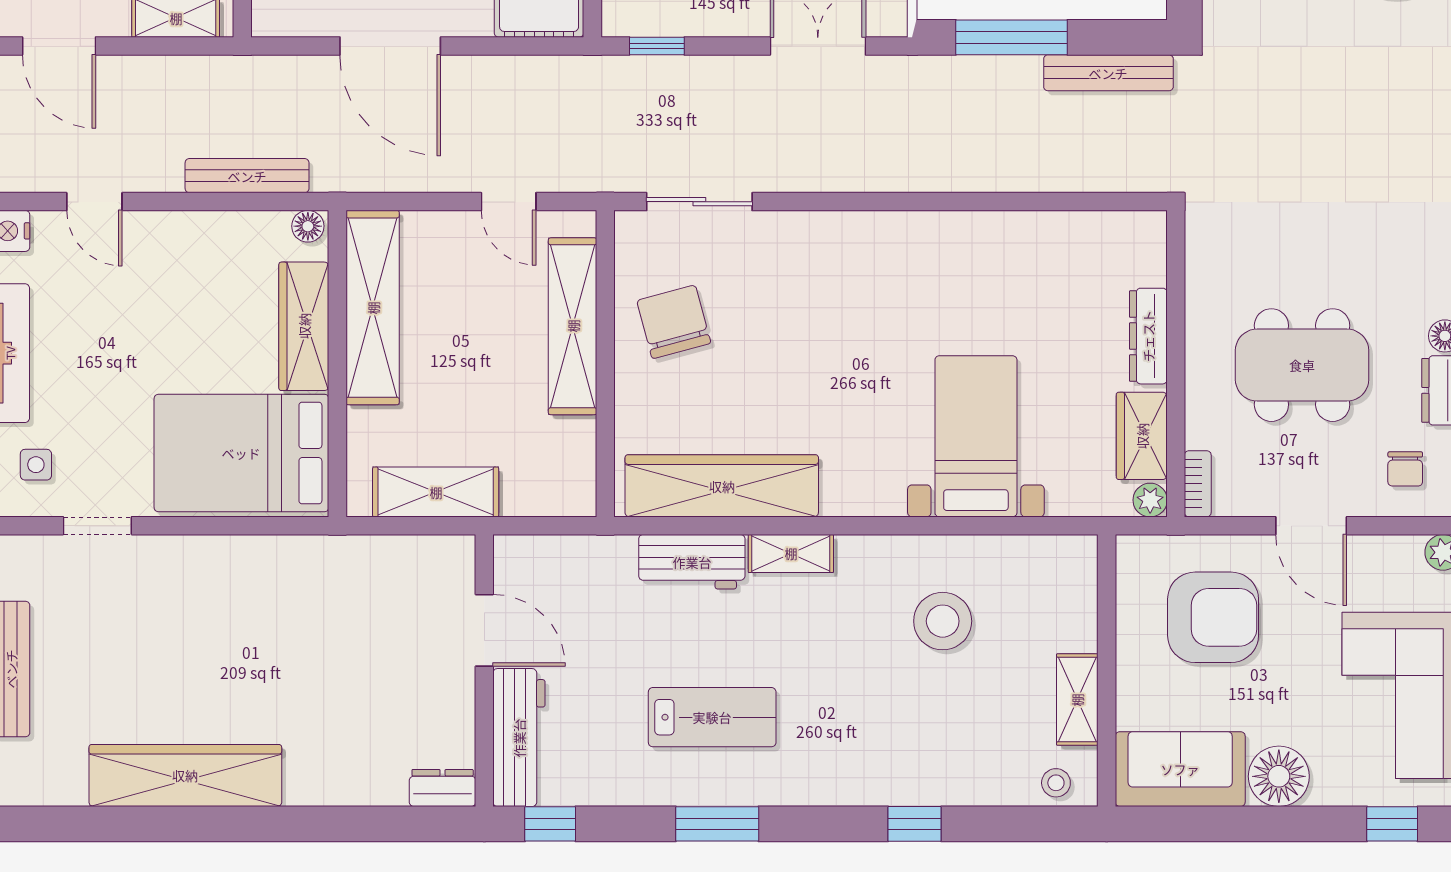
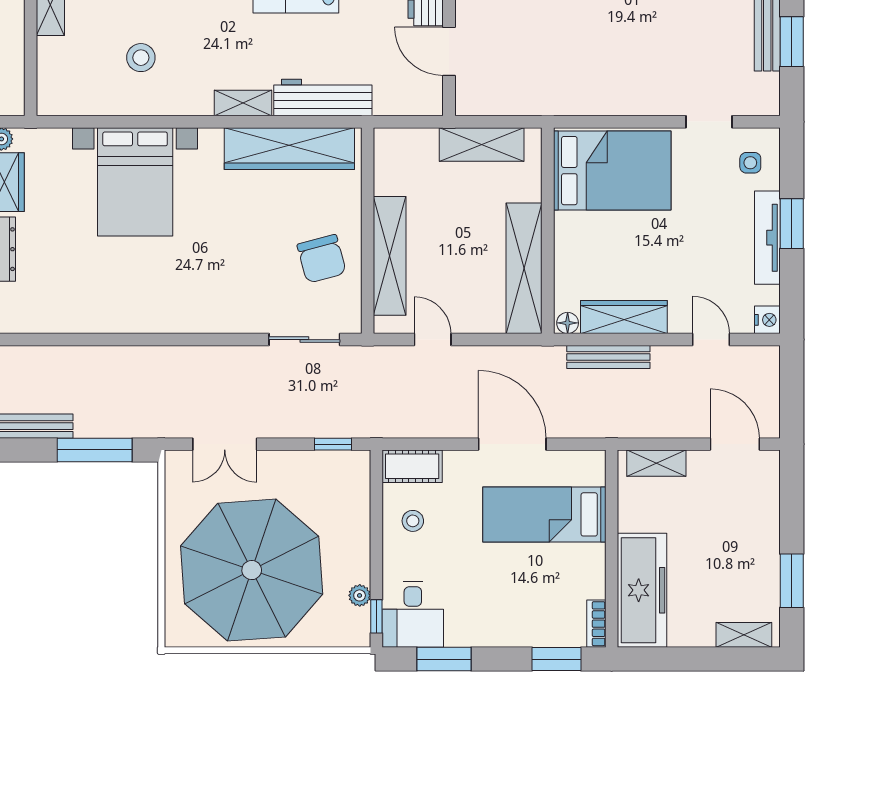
wardrobe: (304, 326) -> (624, 317), moved, turned -90
bed with nightstands: (976, 436) -> (135, 182), width x1.36
workbench: (692, 562) -> (323, 98), width x1.38
stool: (943, 621) -> (141, 58), width x0.73, depth x0.73

